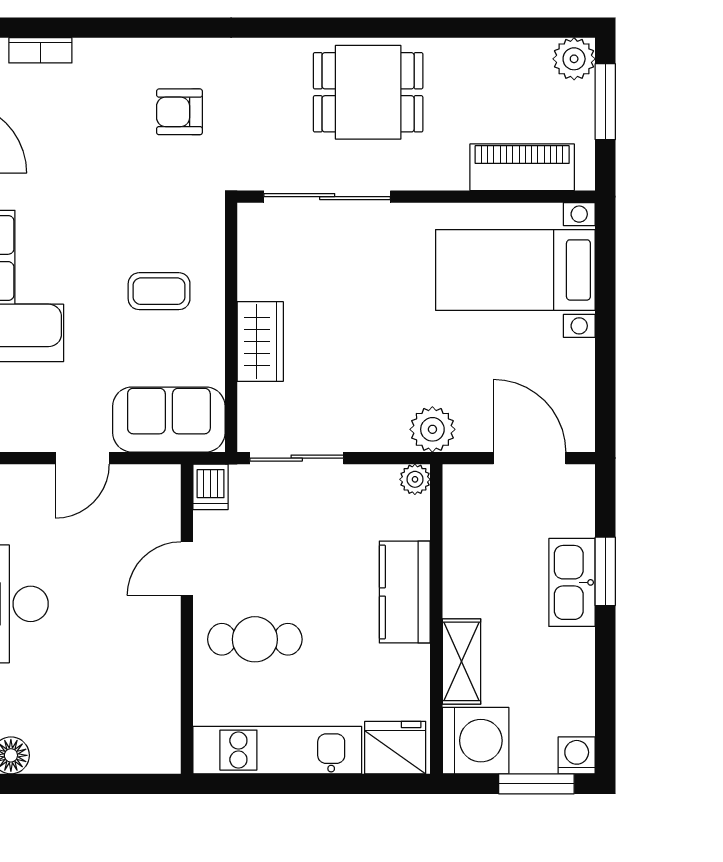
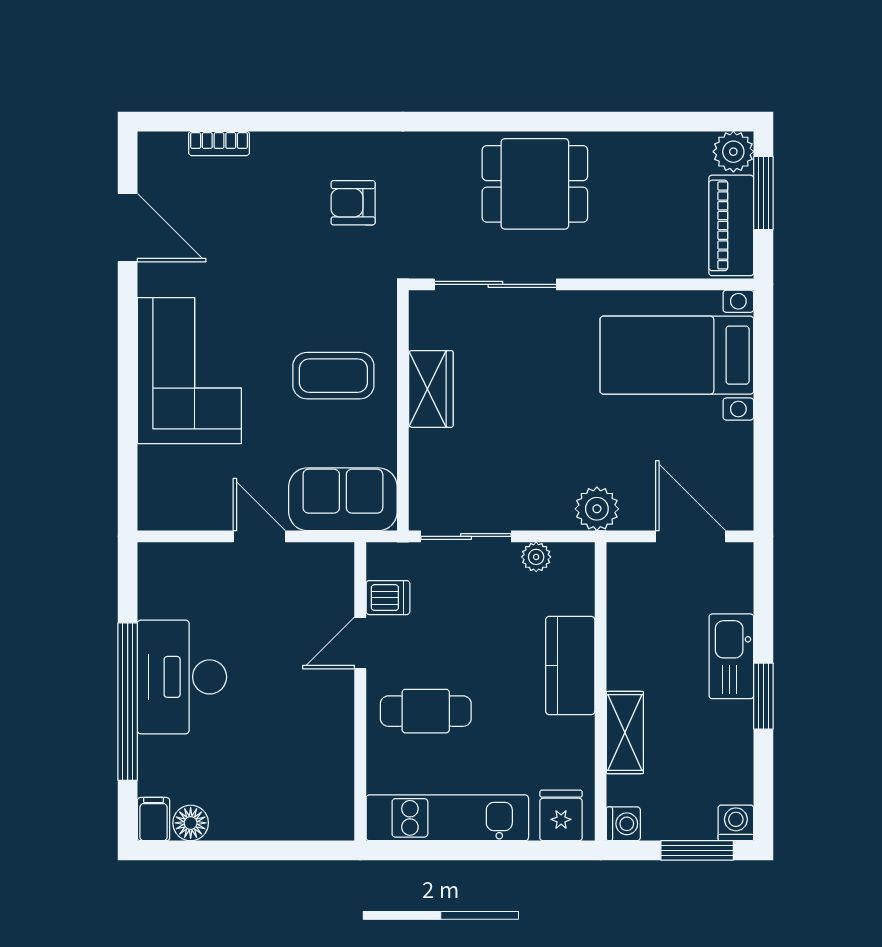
piano: (522, 167) -> (731, 225), moved, turned -90
coffee table: (159, 291) -> (333, 376), width x1.36, depth x1.30
wardrobe: (260, 342) -> (431, 389), moved
door: (82, 458) -> (259, 536), swing flipped
plant: (415, 479) -> (536, 557), moved
dishwasher: (211, 487) -> (388, 598), moved, turned -90
window: (605, 571) -> (763, 696), moved
washing machine: (476, 741) -> (623, 824), width x0.53, depth x0.53
fridge: (395, 748) -> (561, 815), width x0.72

